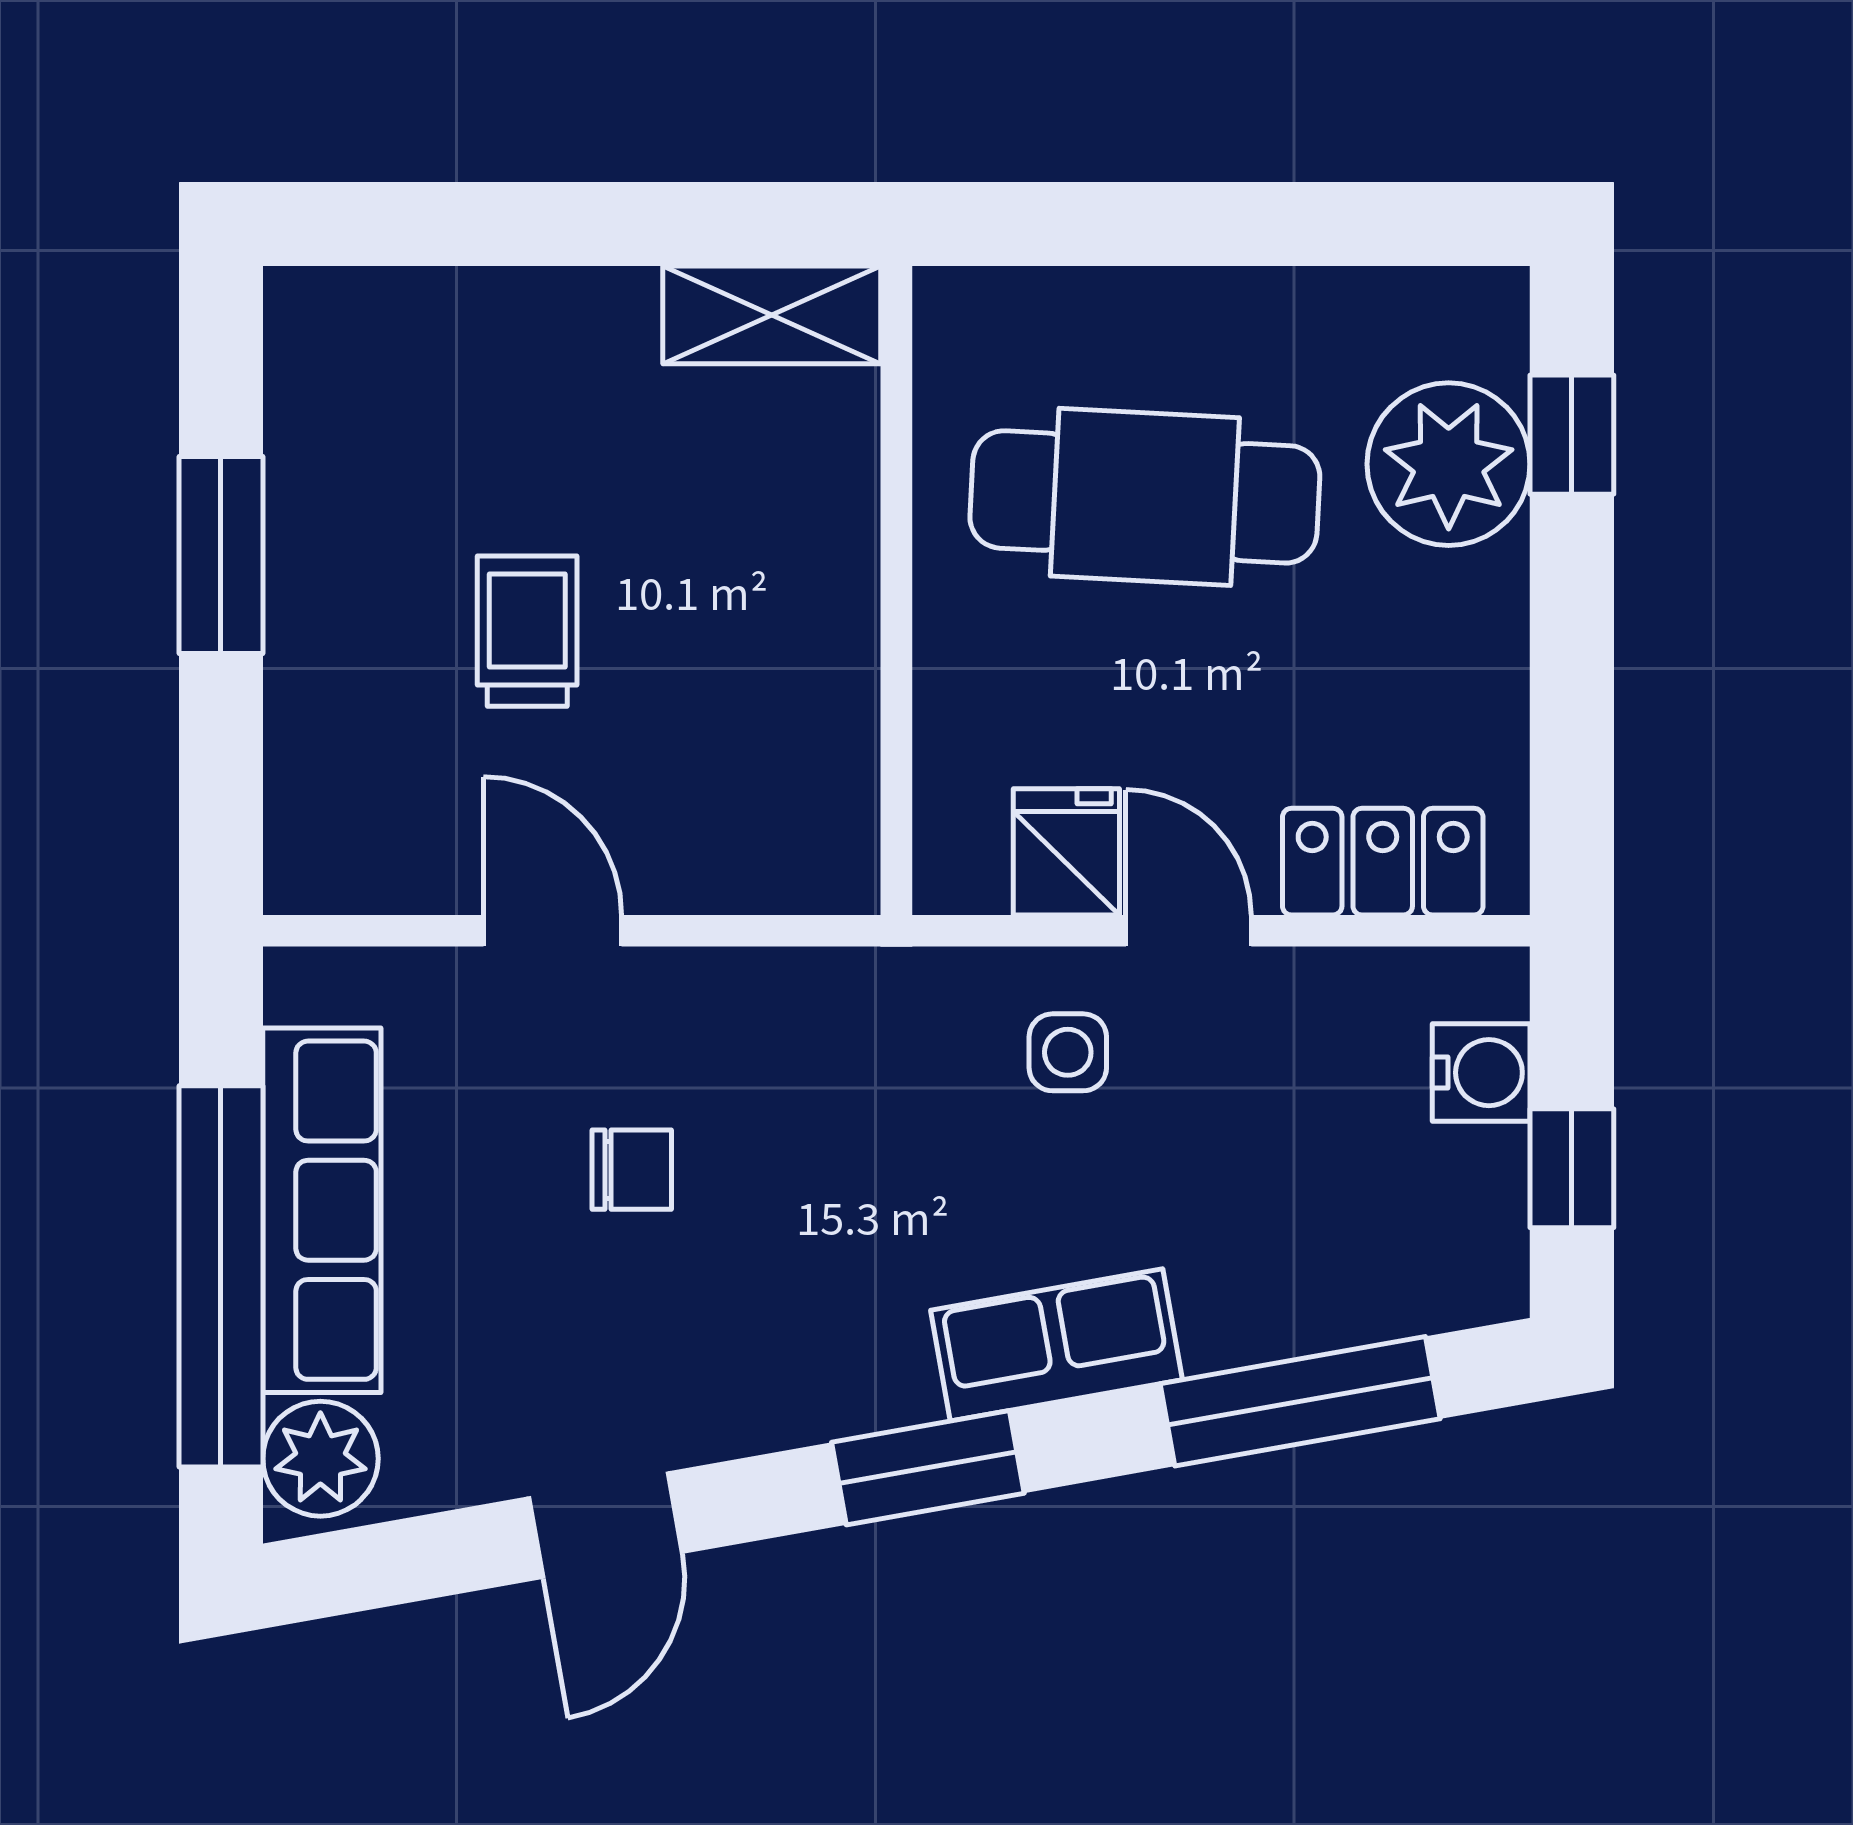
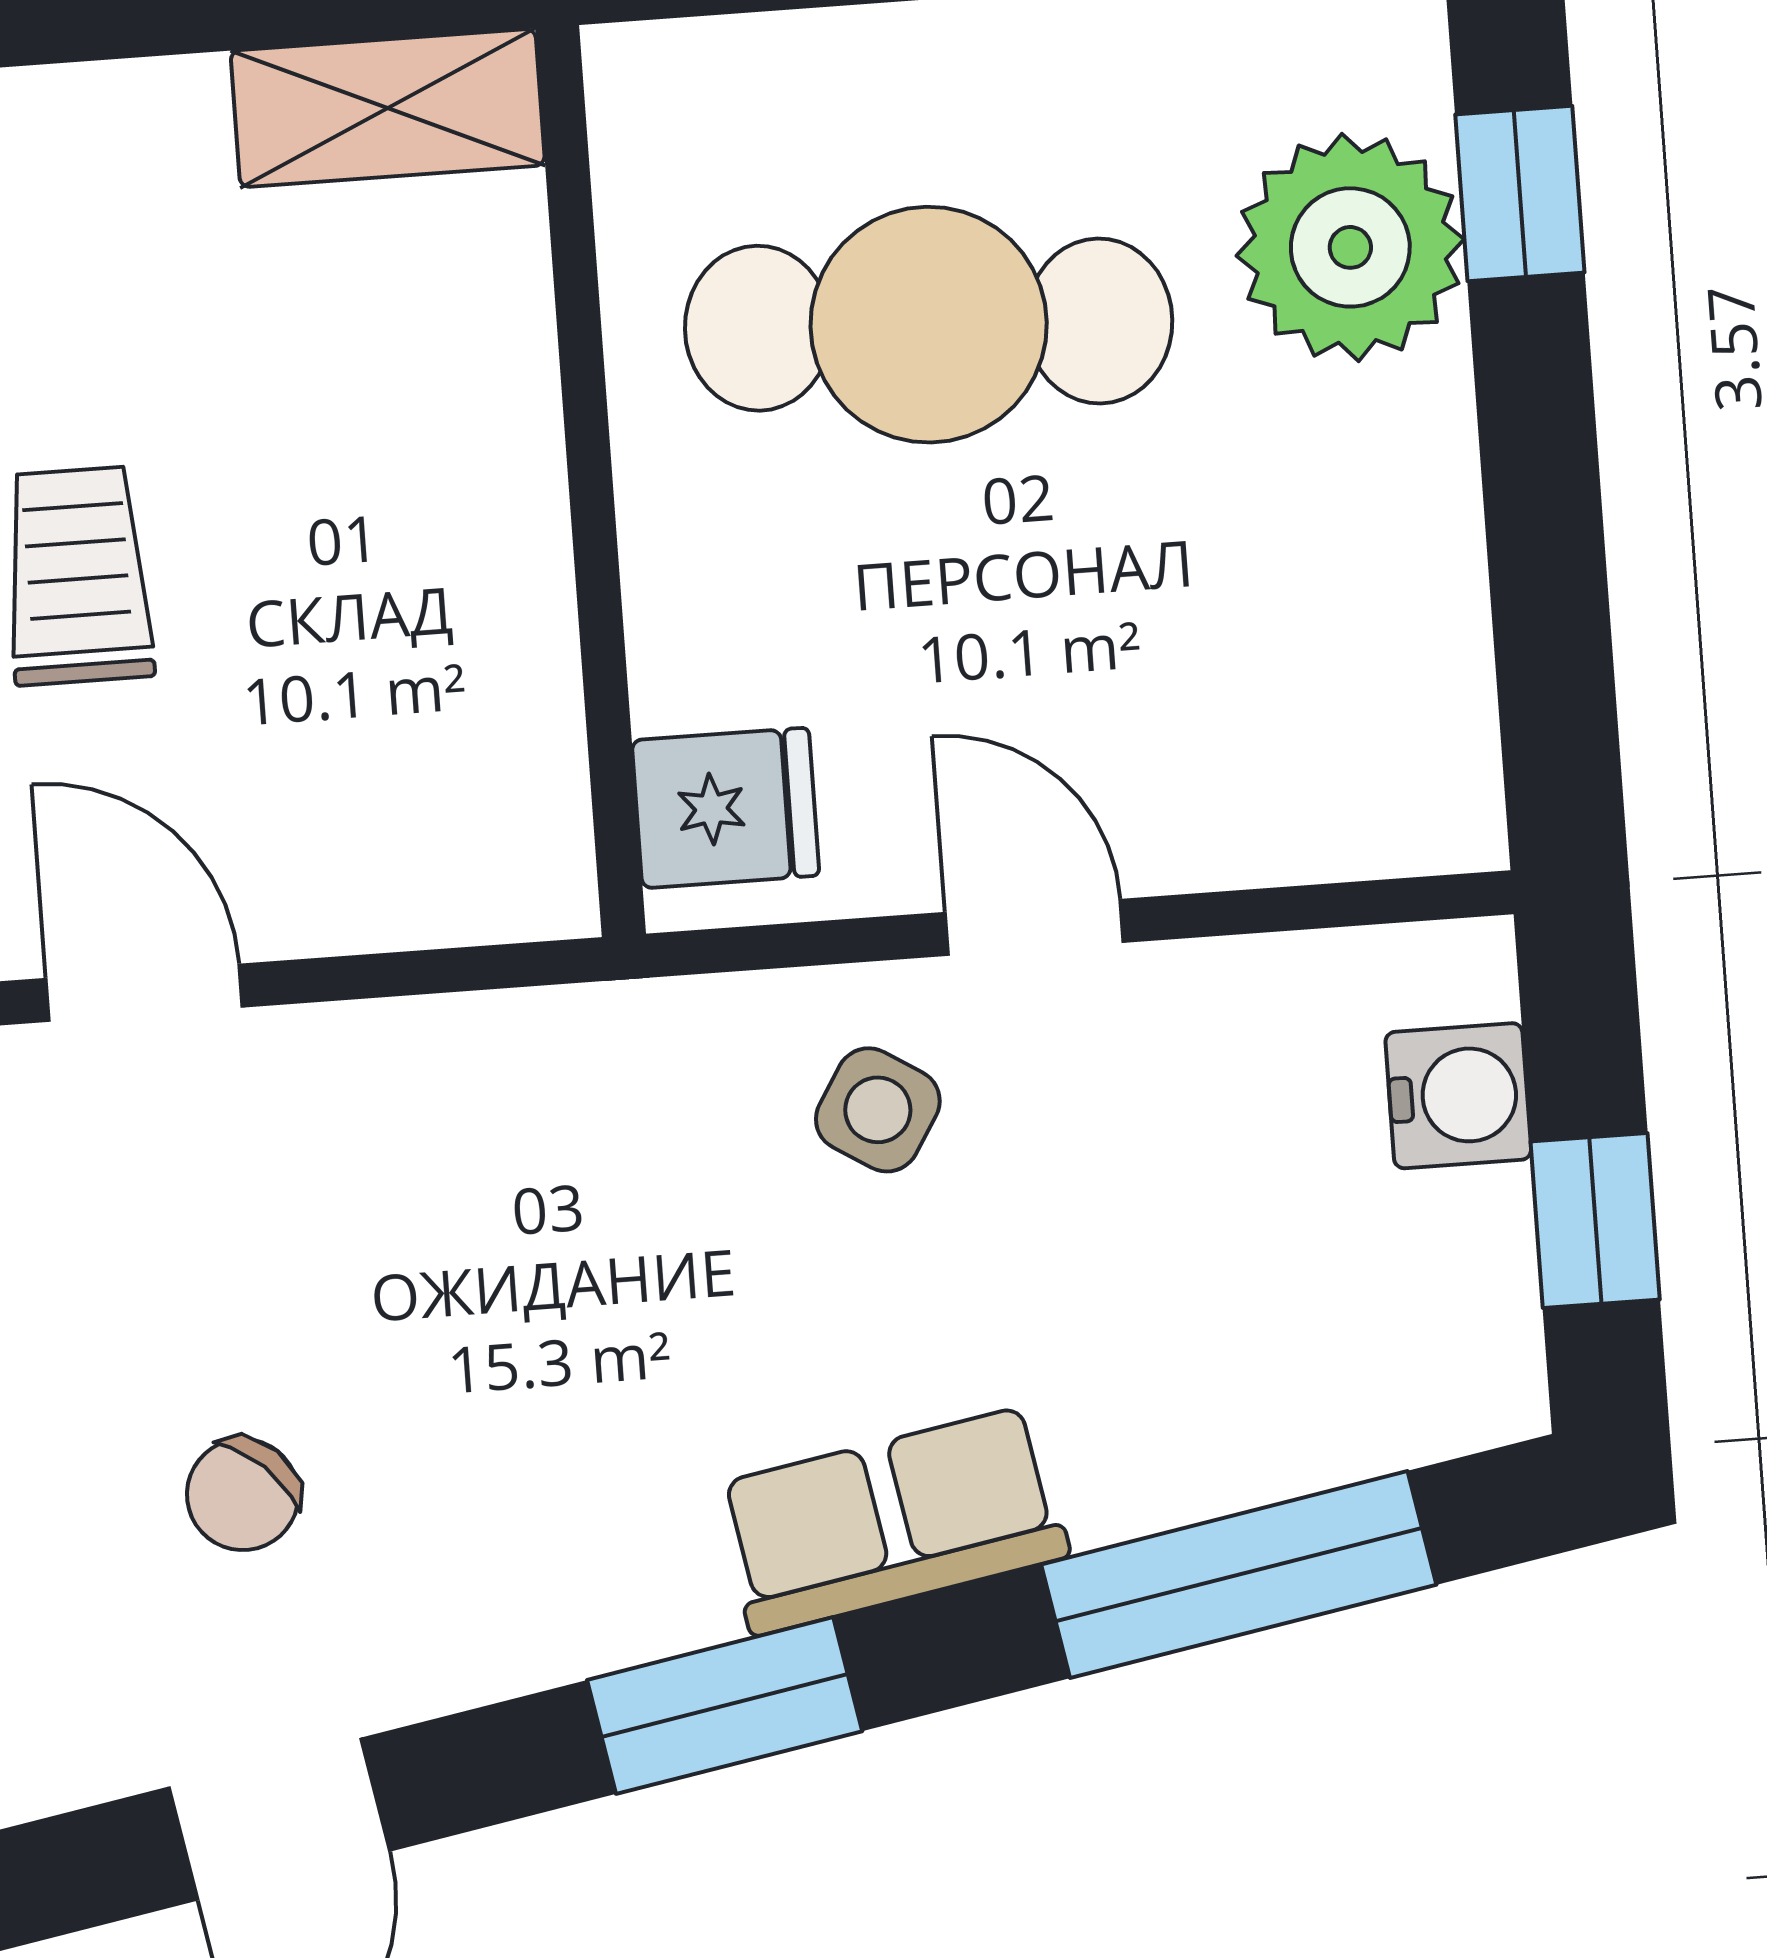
fridge: (1066, 852) -> (726, 808), moved, turned 90
locker: (1383, 862) -> (1299, 811), removed
side table: (1068, 1052) -> (878, 1110), turned 32
chair: (632, 1170) -> (243, 1495), moved, turned 133

